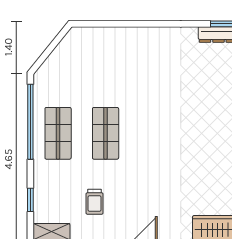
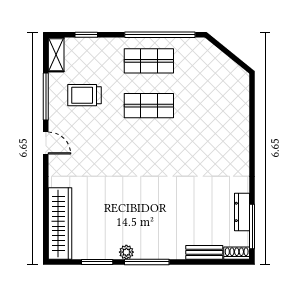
trolley: (95, 202) -> (84, 95), width x1.36, depth x1.39

